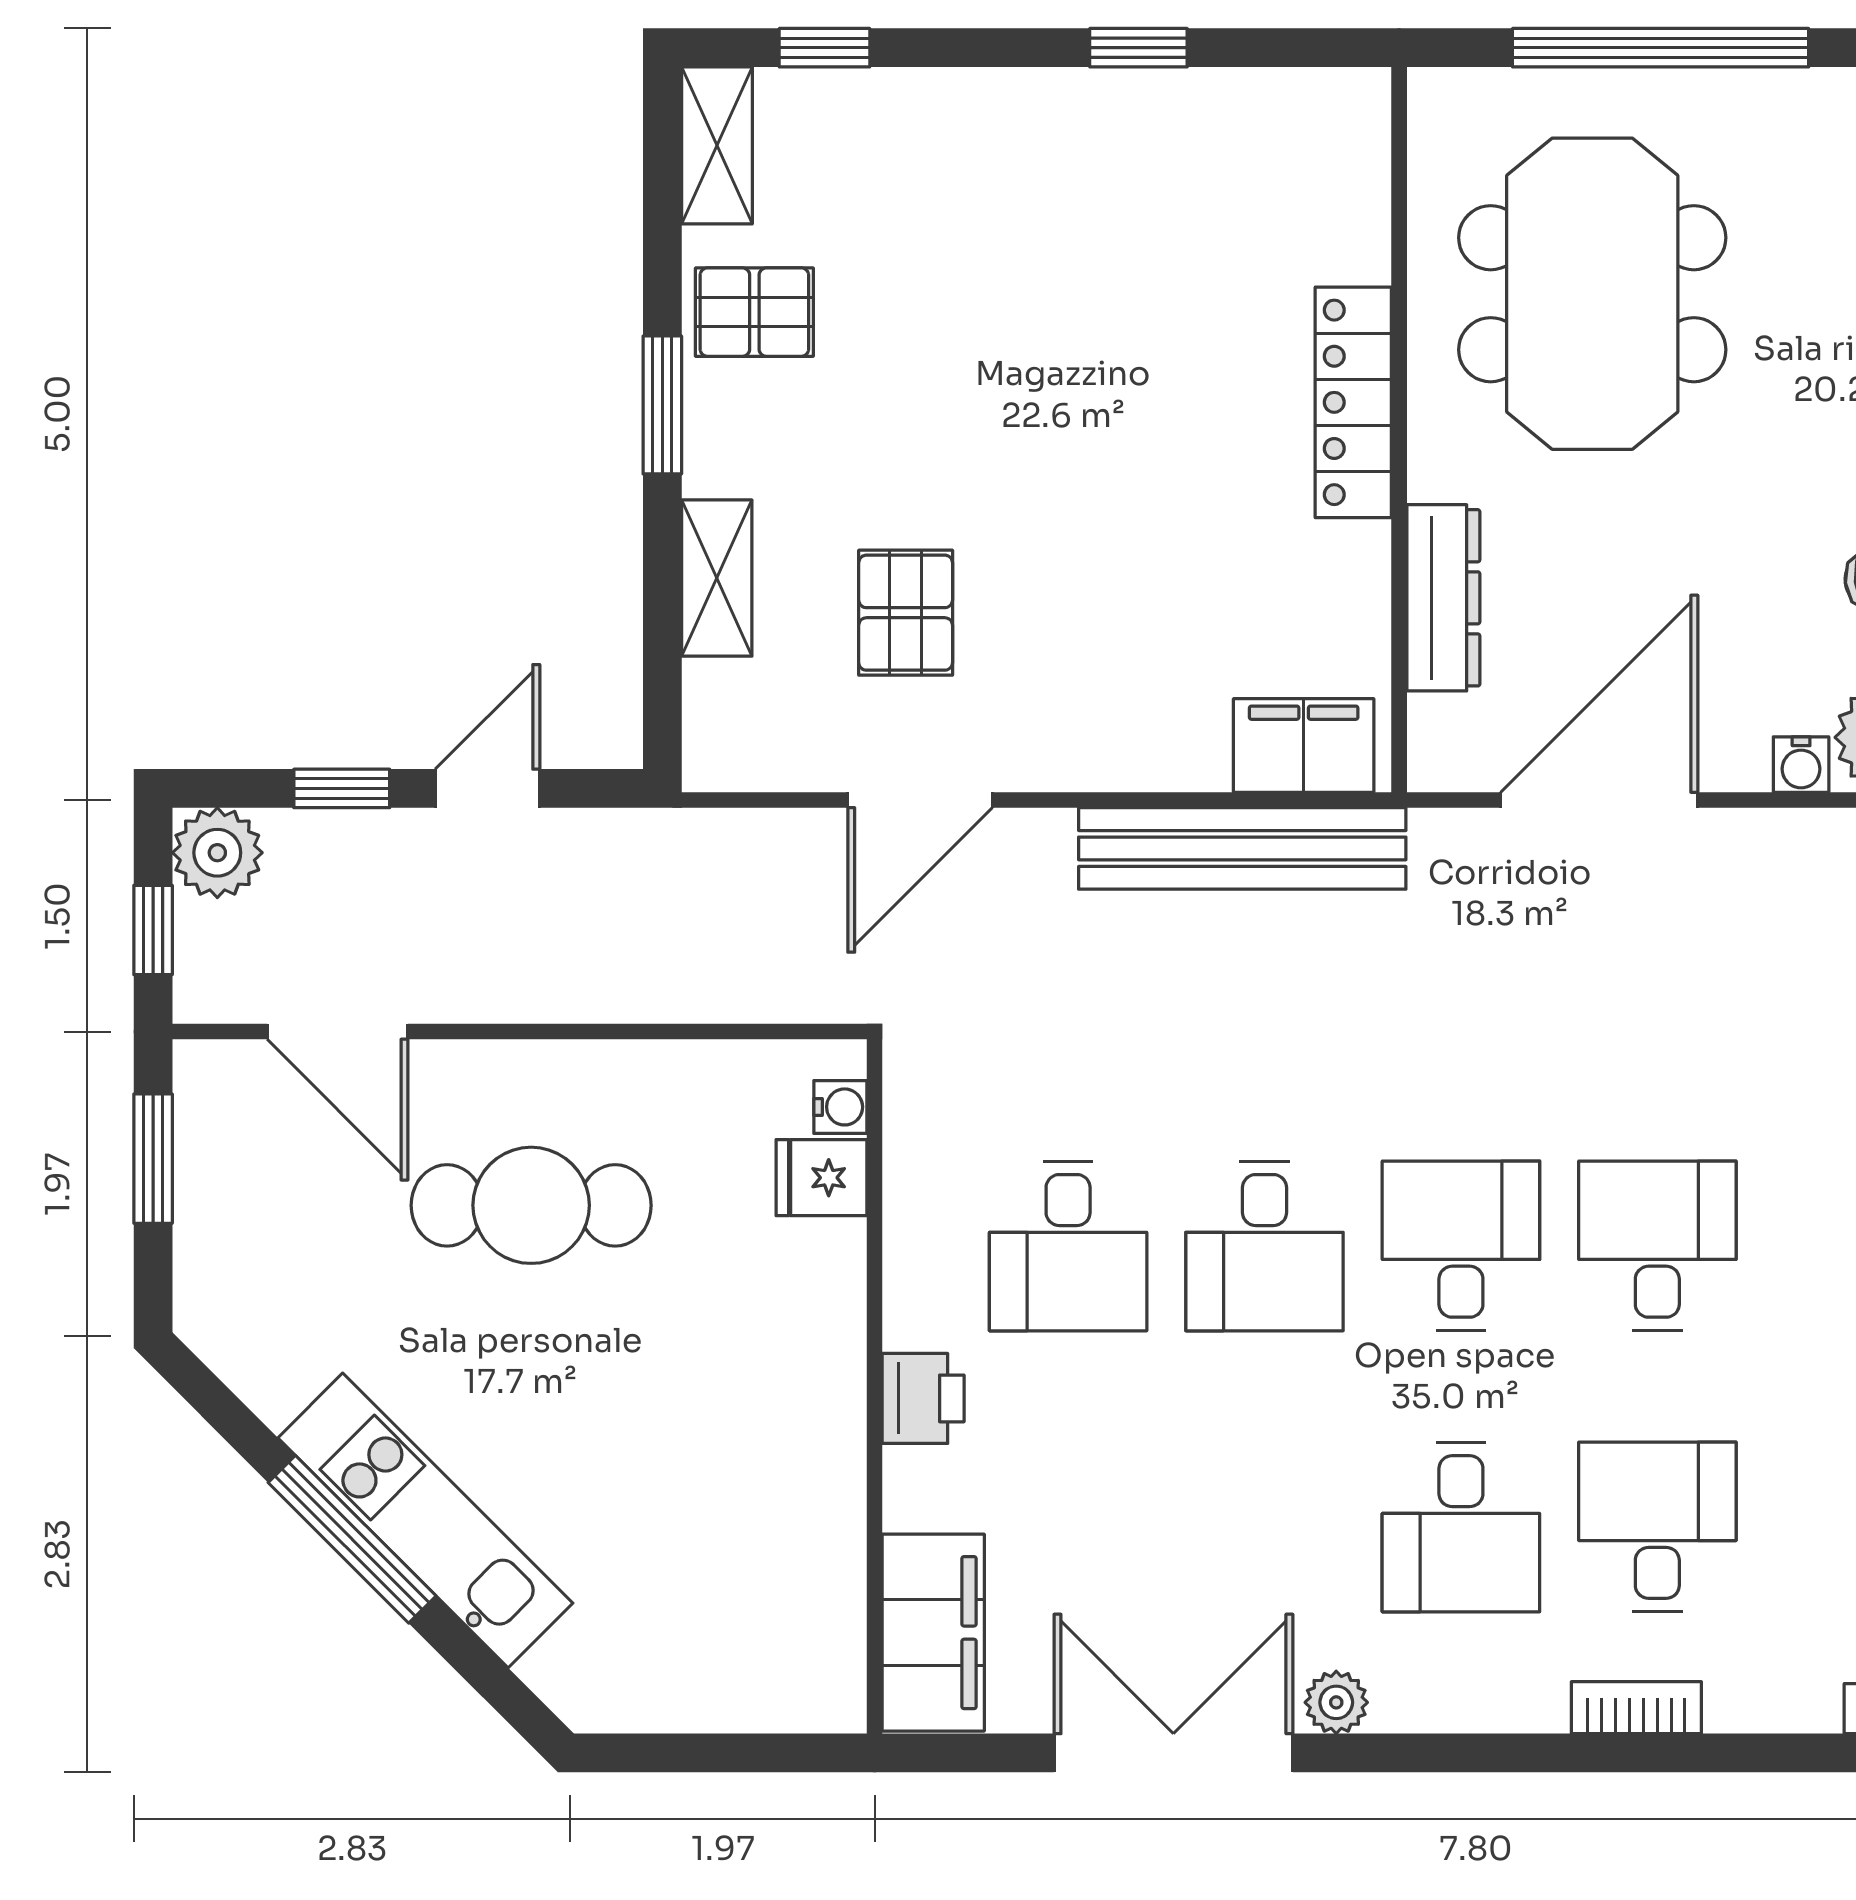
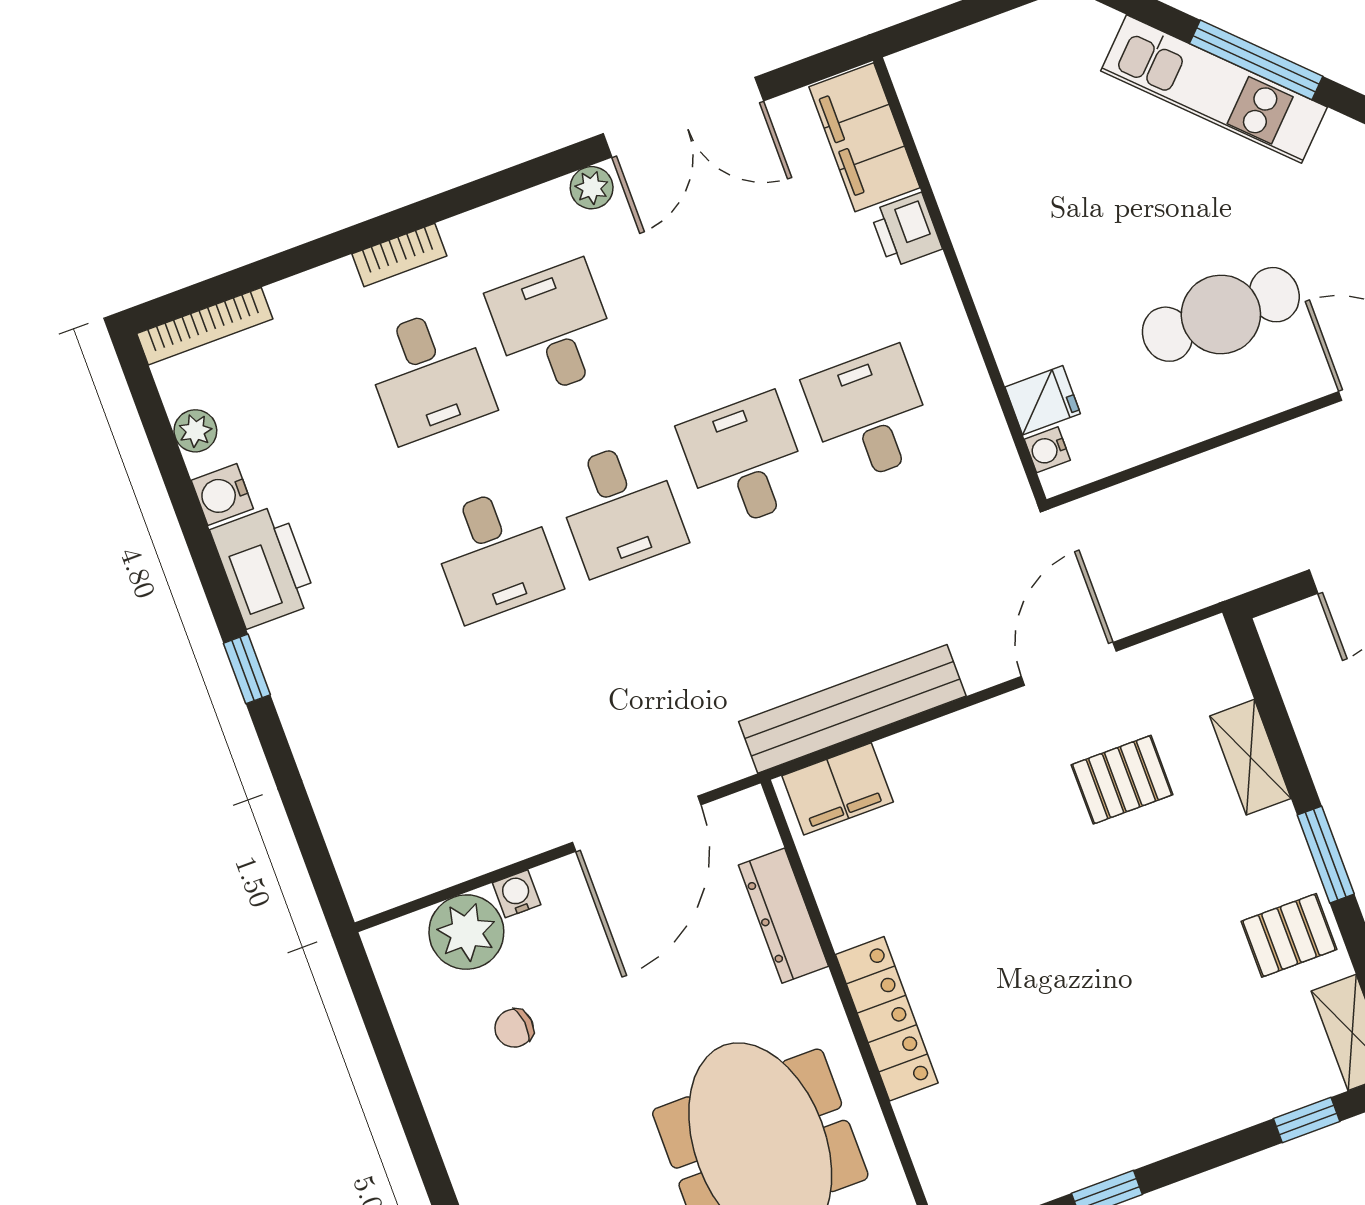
pallet: (906, 613) -> (1122, 780), turned 90
printer: (923, 1398) -> (906, 230), moved

